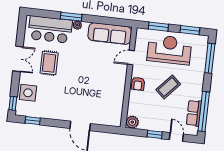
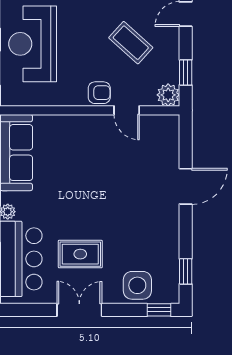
door: (131, 58) -> (127, 110), moved
coffee table: (168, 87) -> (131, 43), moved
window: (155, 134) -> (186, 72), moved

